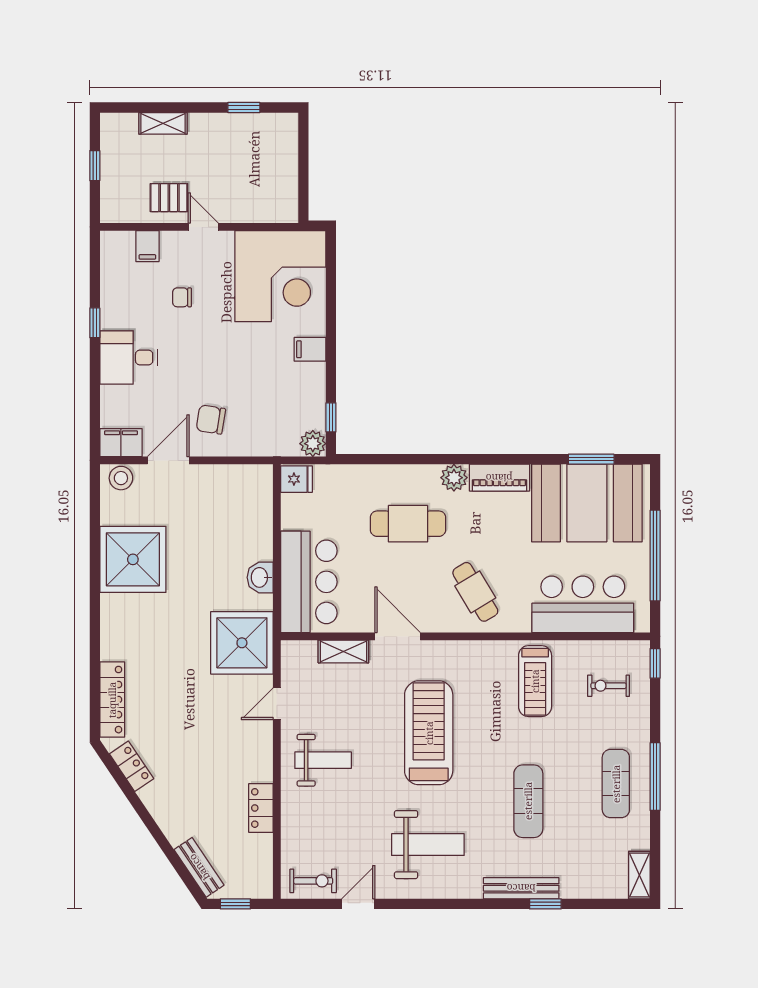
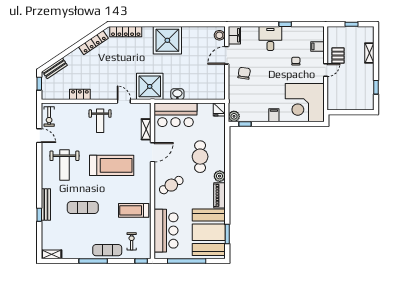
door: (168, 460) -> (227, 55), swing flipped
shower: (133, 559) -> (167, 40), moved
locker: (132, 766) -> (93, 43), width x1.53
exercise mat: (616, 784) -> (107, 250), moved

